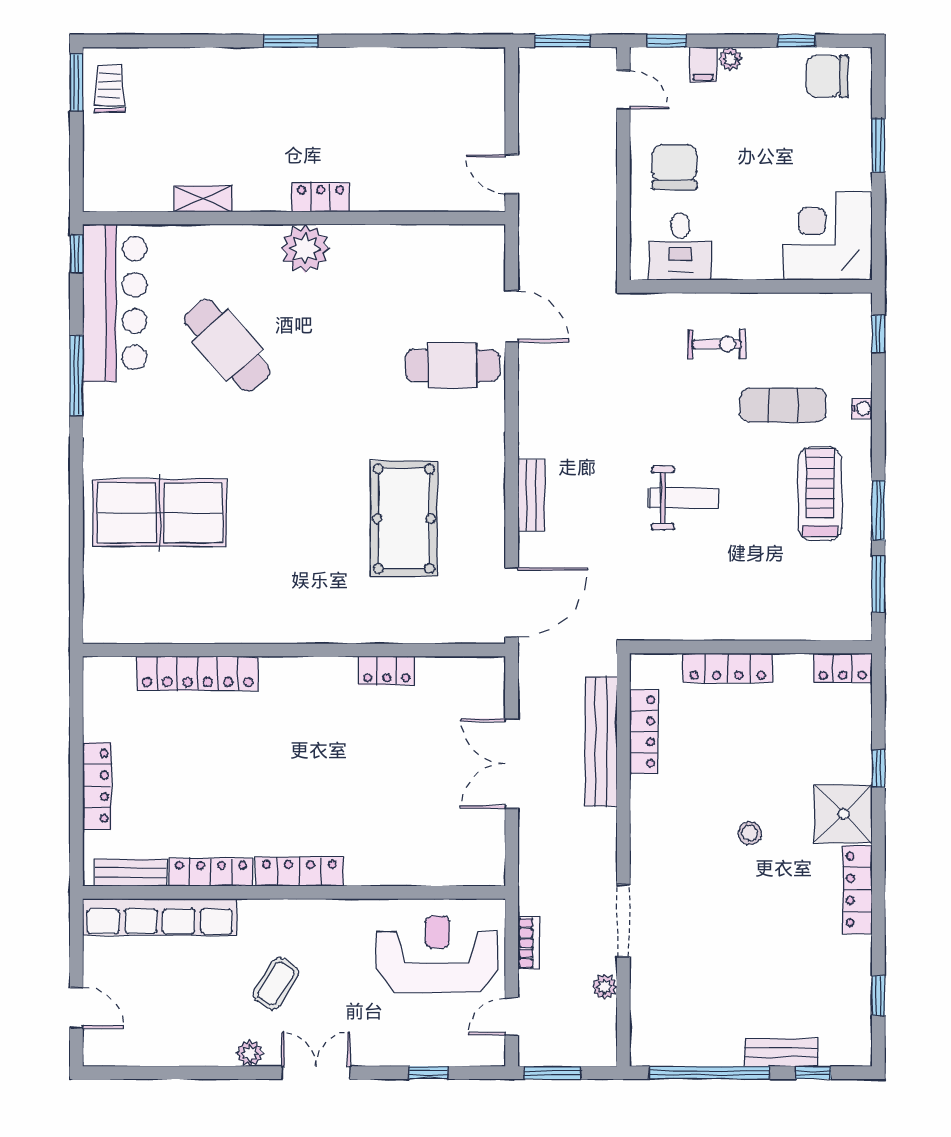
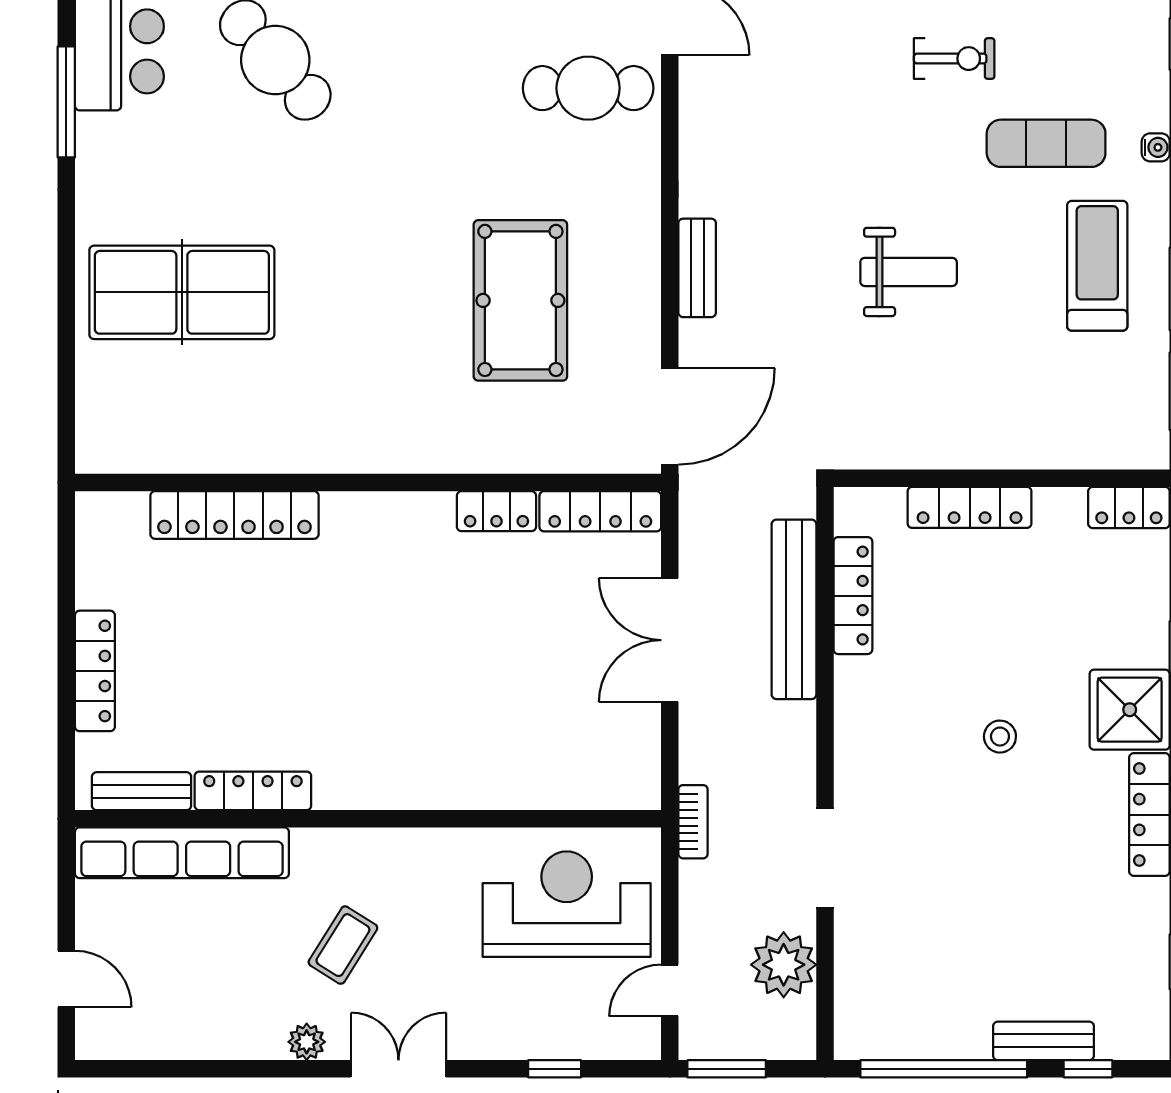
locker: (299, 872) -> (600, 511), moved, turned 180
bookcase: (528, 943) -> (693, 822), moved
plant: (605, 987) -> (784, 965), width x1.87, depth x1.87

